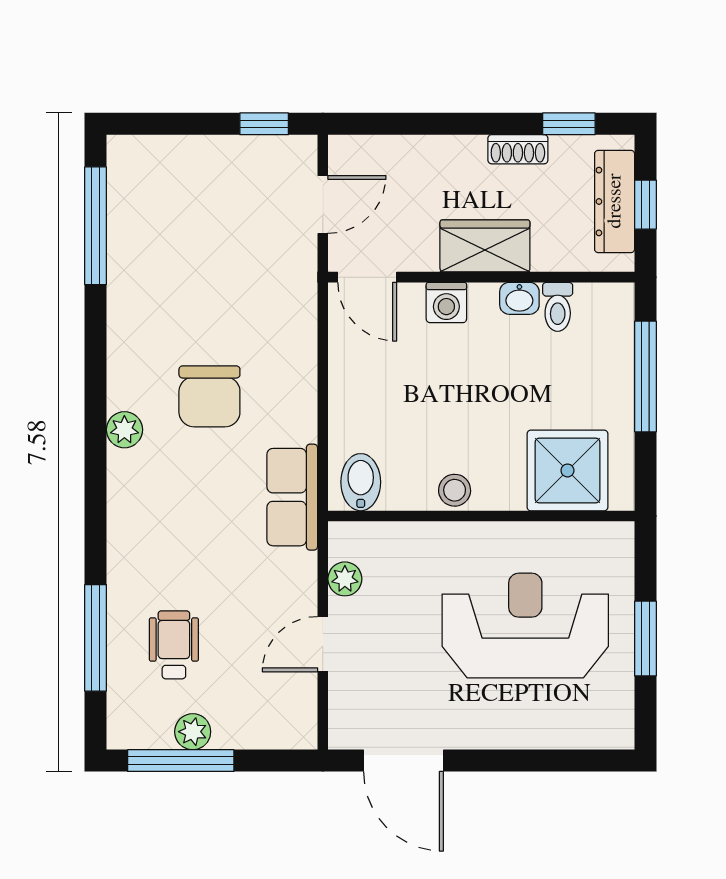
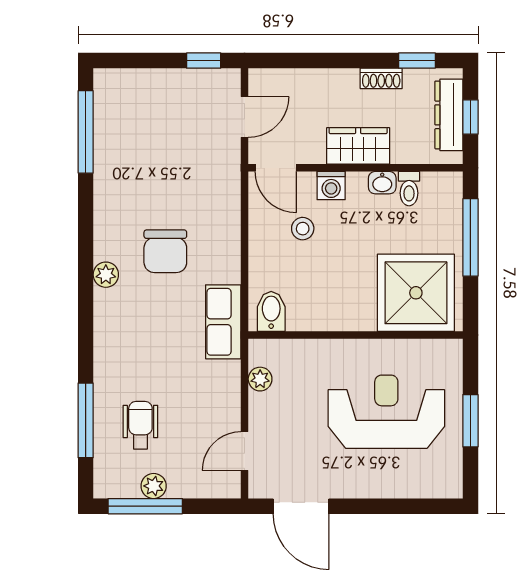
shower: (567, 470) -> (416, 293), width x1.37, depth x1.37
stool: (455, 490) -> (303, 229), moved
door: (323, 644) -> (245, 451), moved

